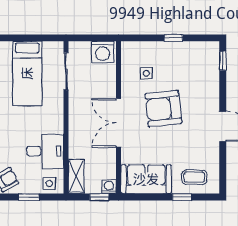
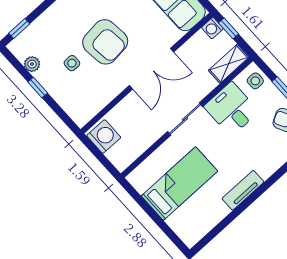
plant: (192, 48) -> (32, 64), added
sliding door: (66, 71) -> (185, 119), moved
side table: (146, 73) -> (72, 63), moved

